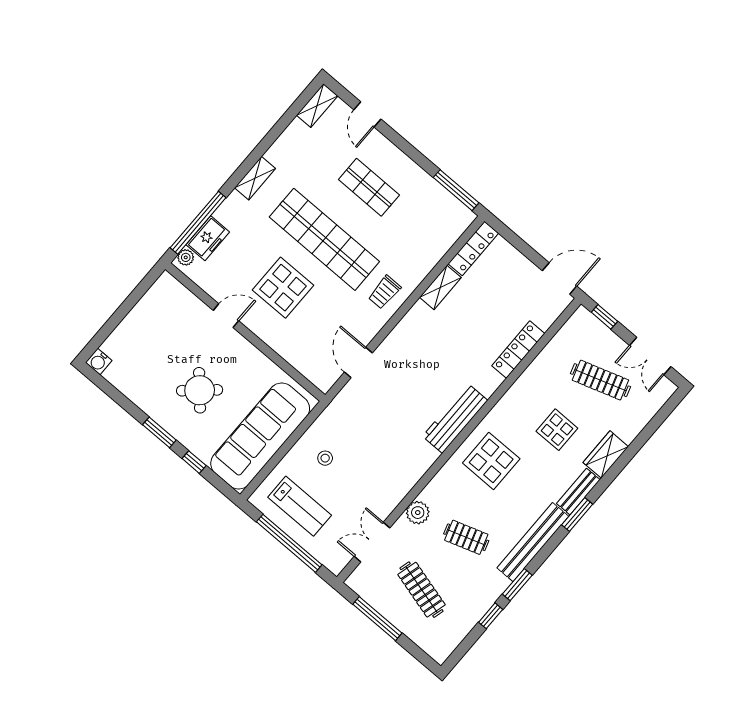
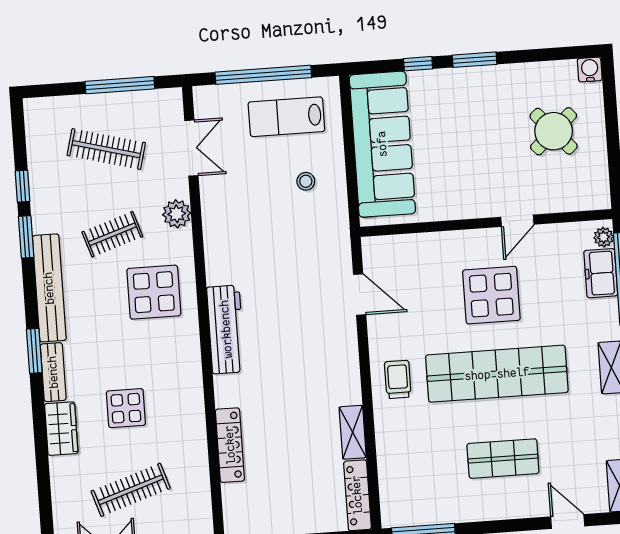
round table: (200, 390) -> (554, 131), moved
display table: (491, 461) -> (154, 292), moved

